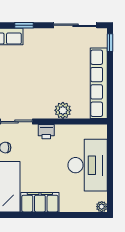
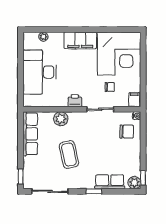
coffee table: (53, 68) -> (69, 155), added
row of seats: (99, 83) -> (30, 134), width x0.73
plant: (102, 207) -> (43, 37), moved

